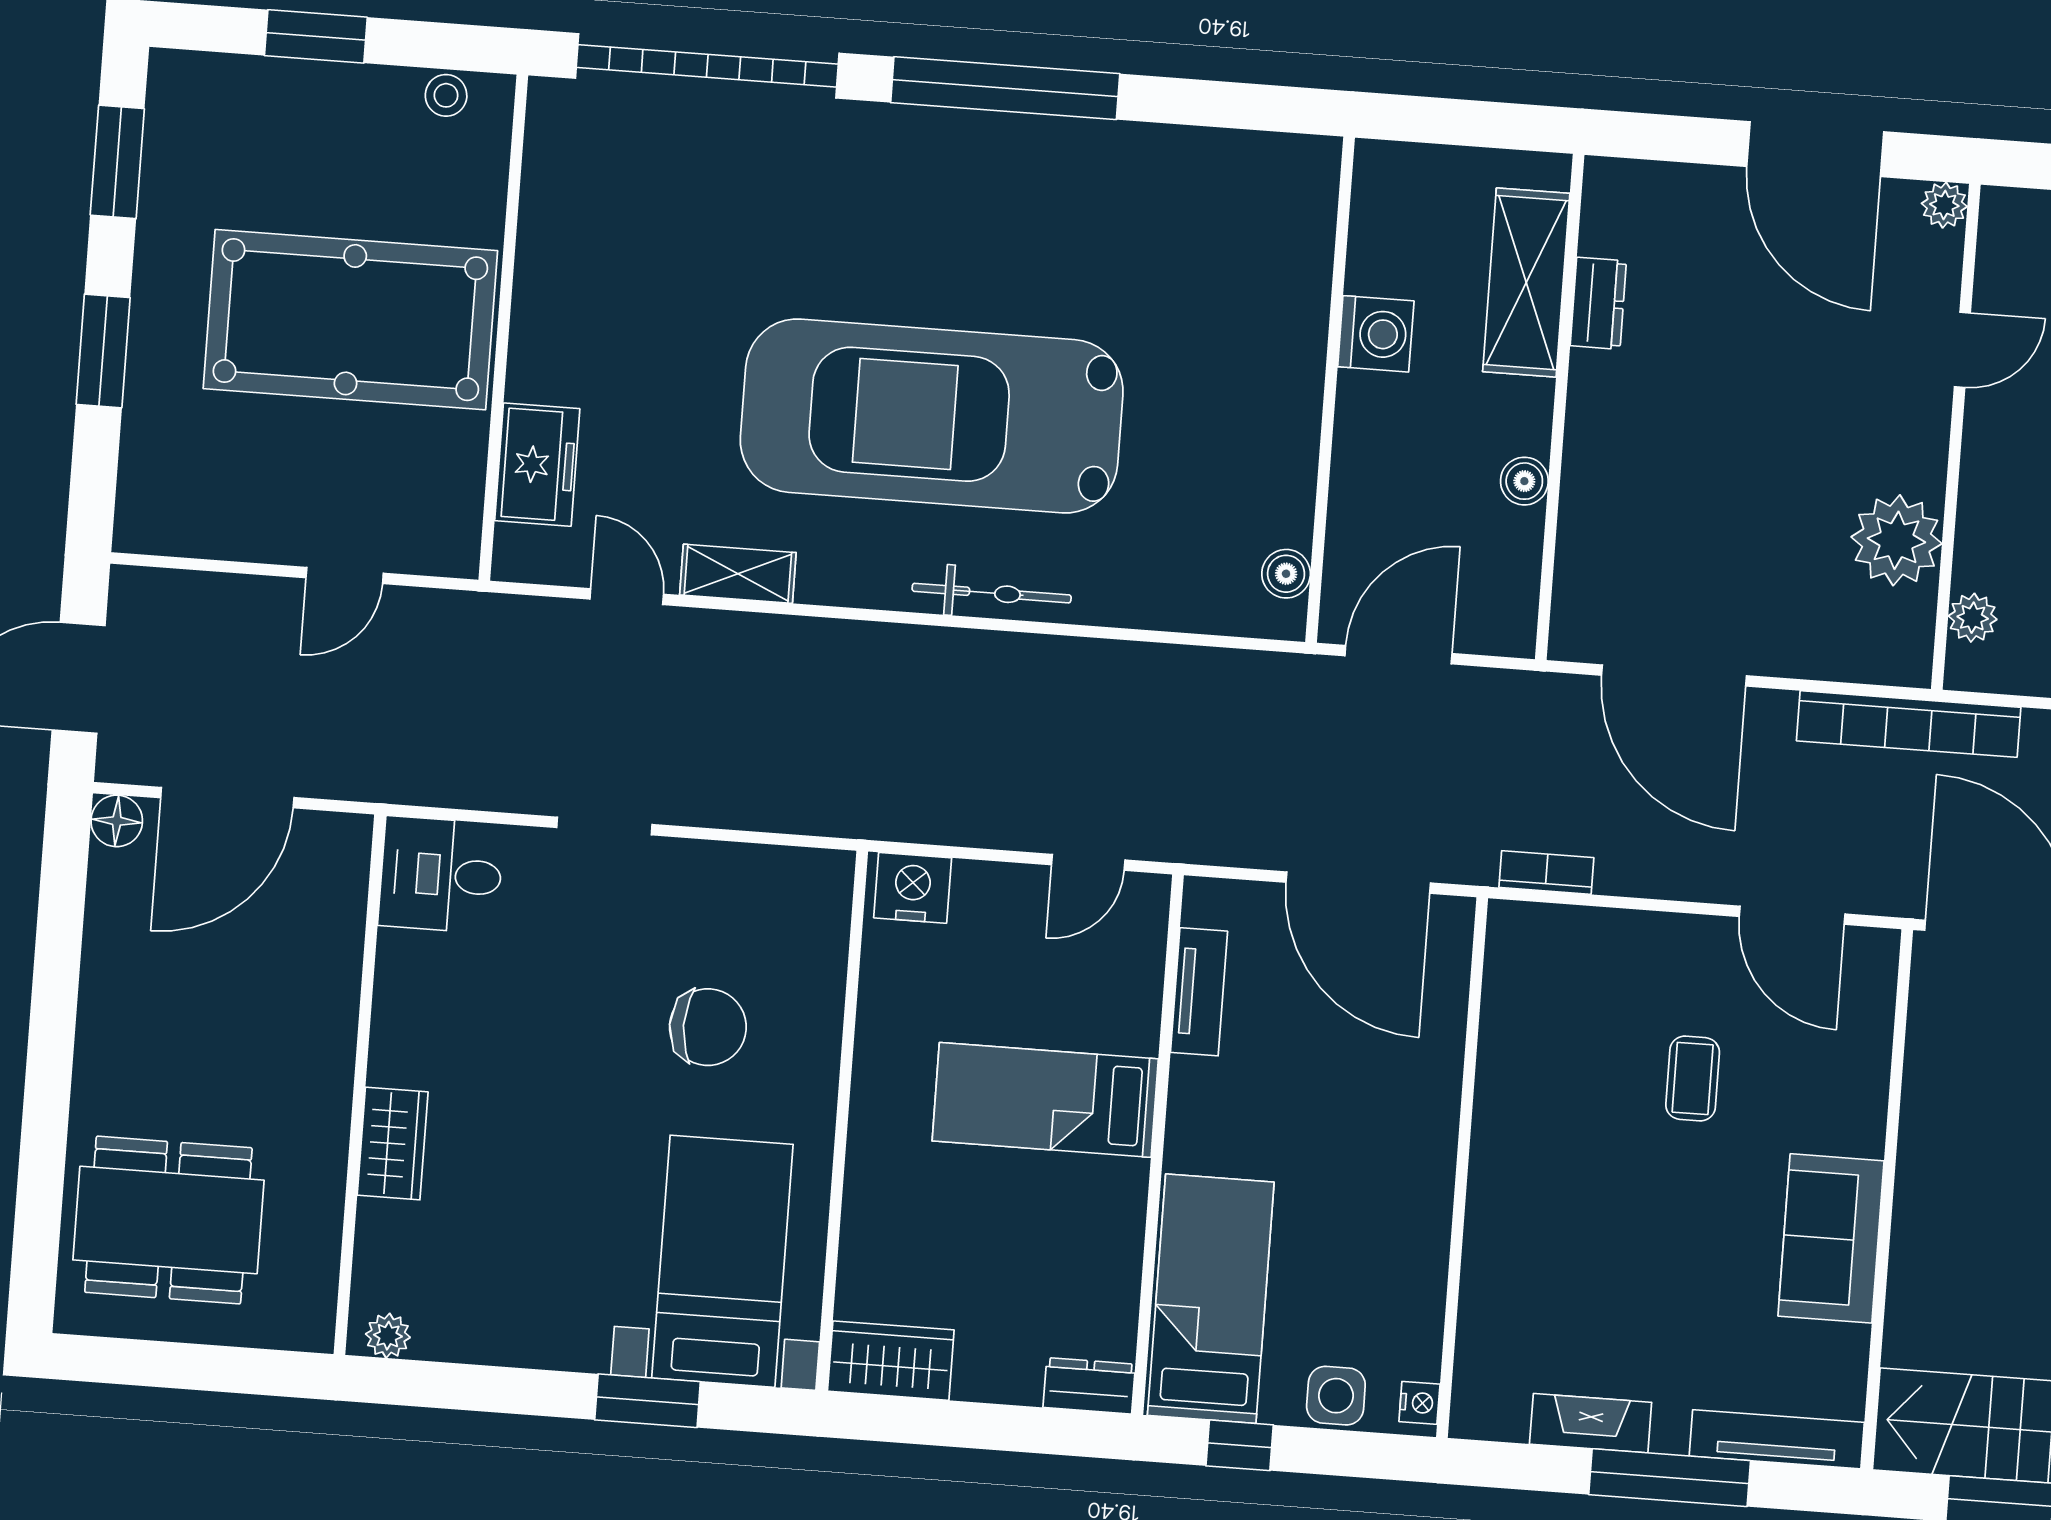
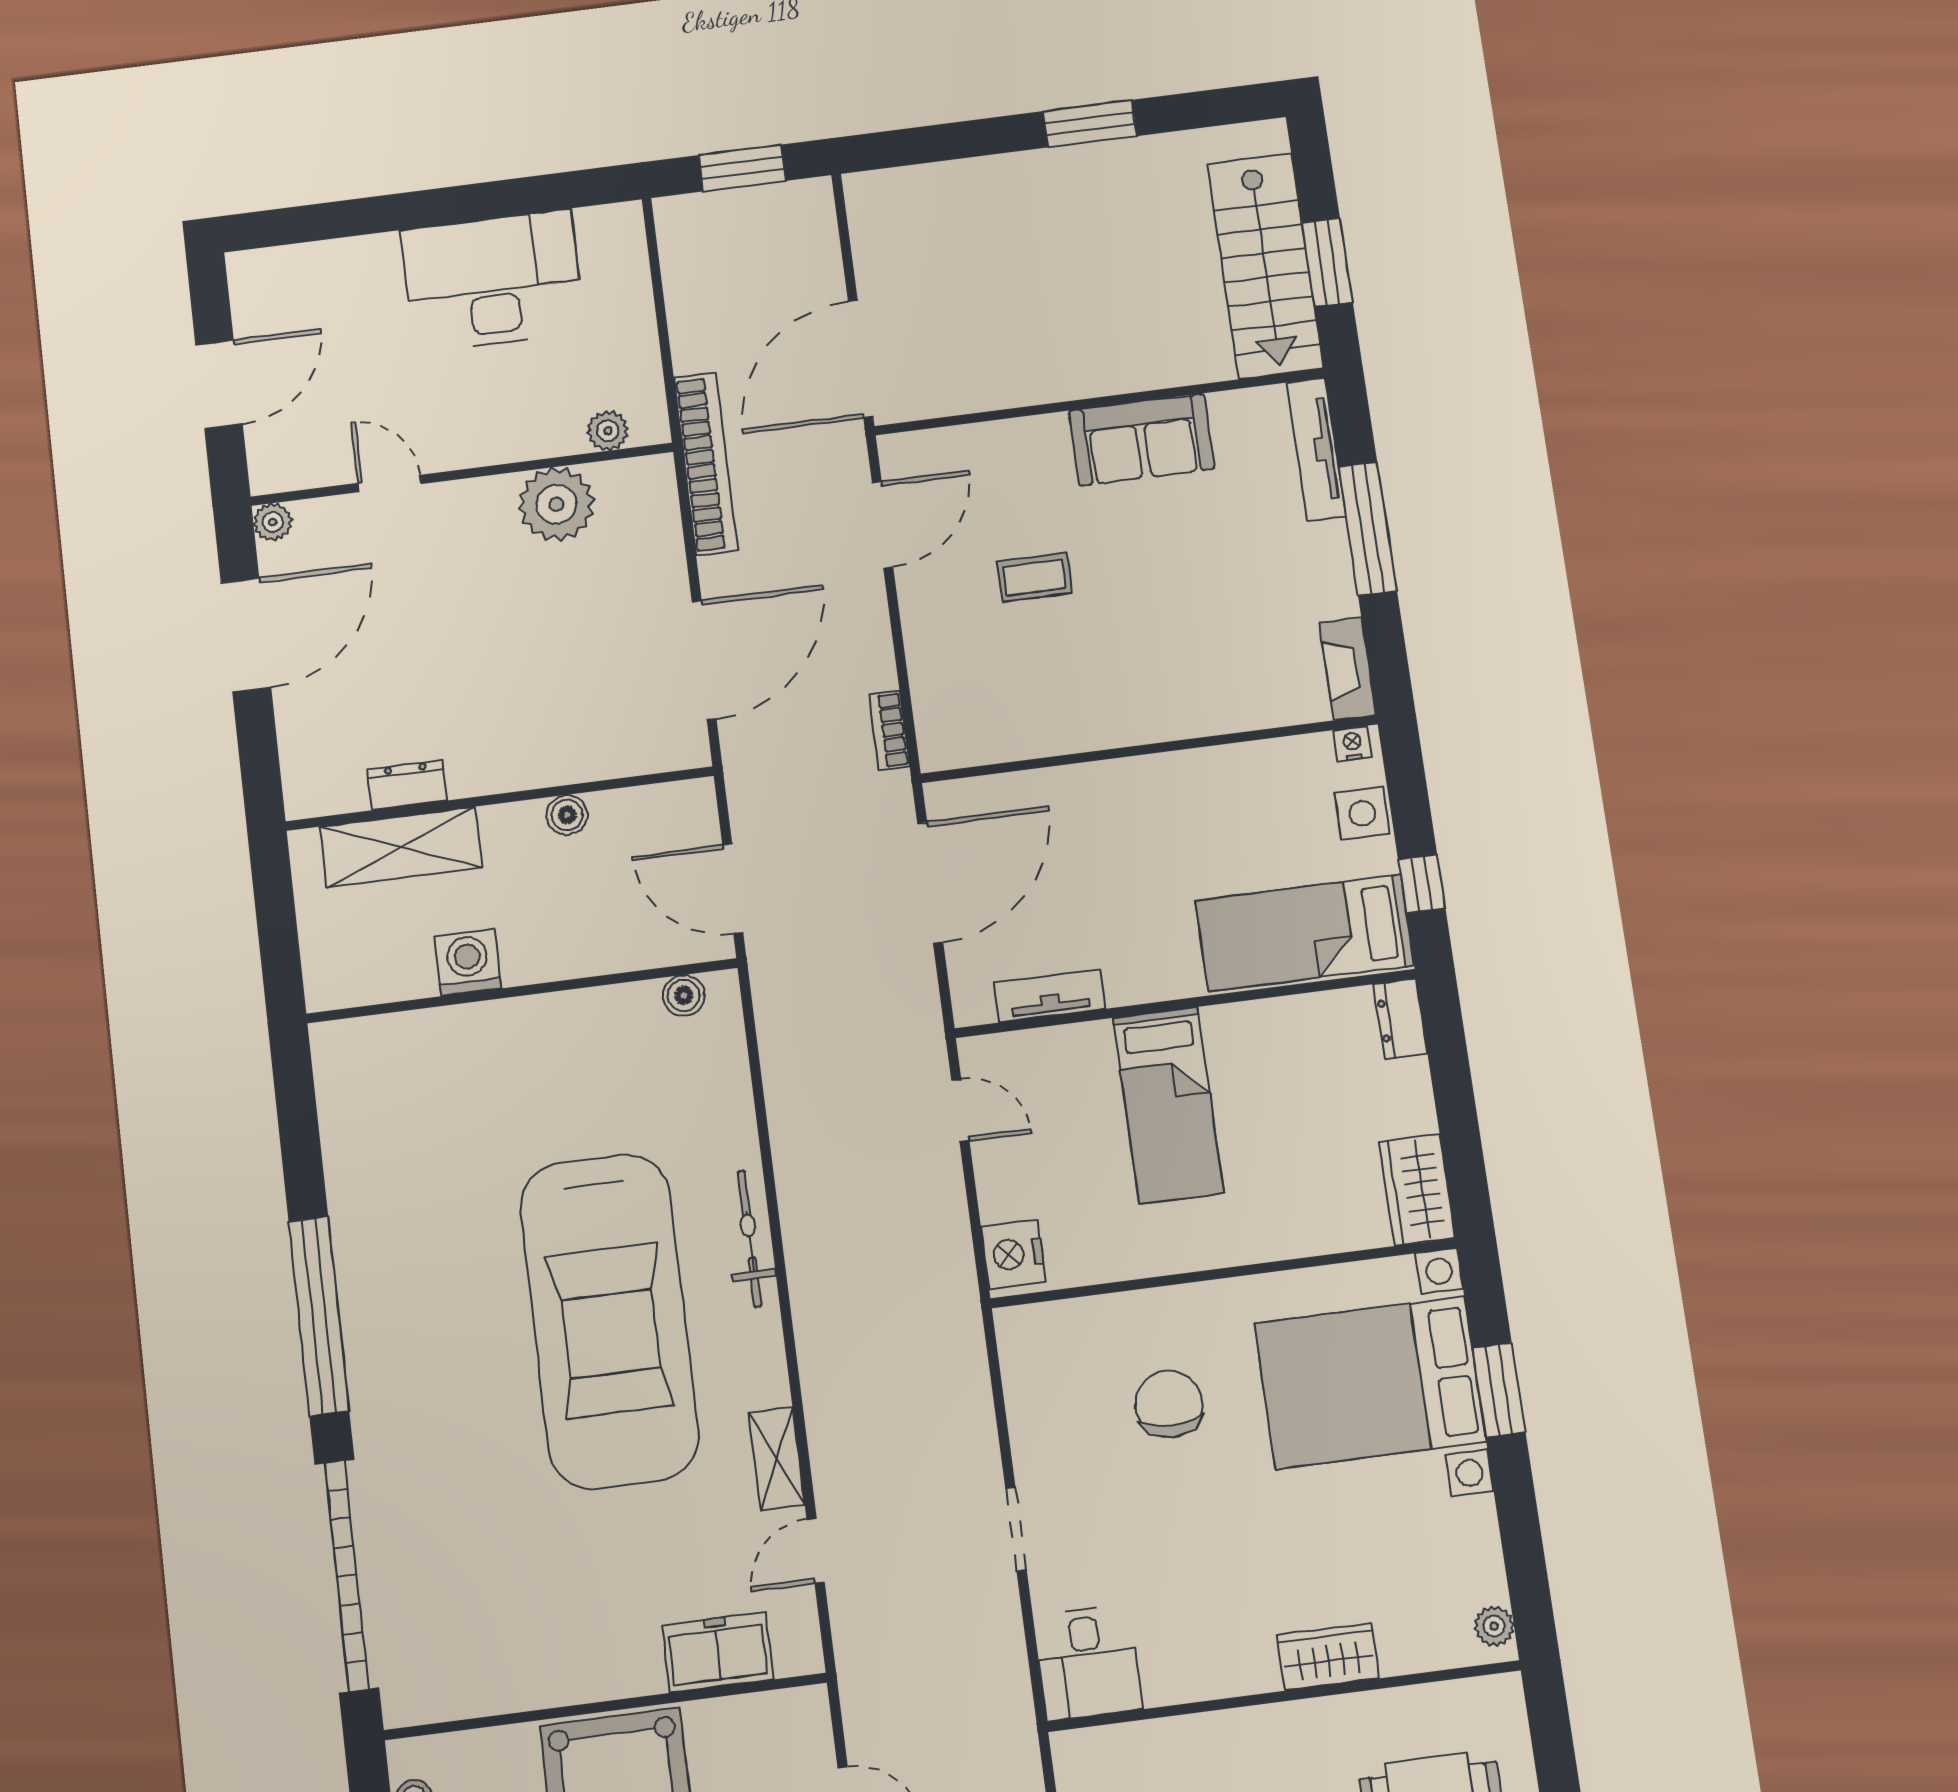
bed with nightstands: (722, 1261) -> (1370, 1383), width x1.36
fireplace: (1591, 1423) -> (1348, 669), moved

